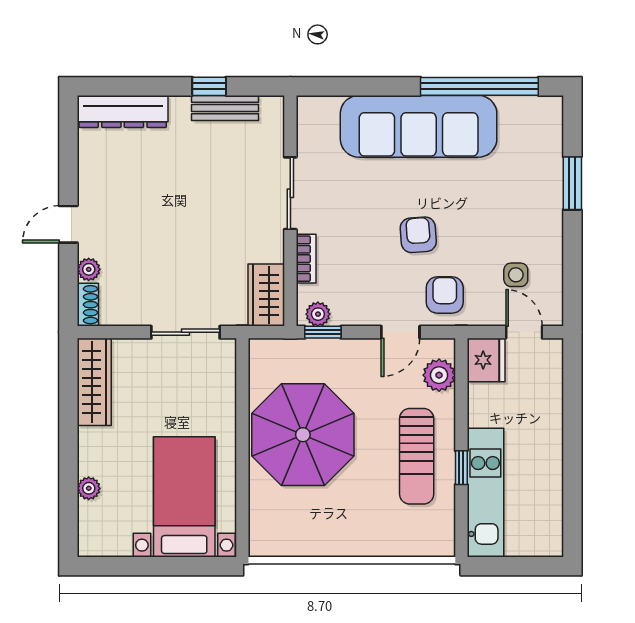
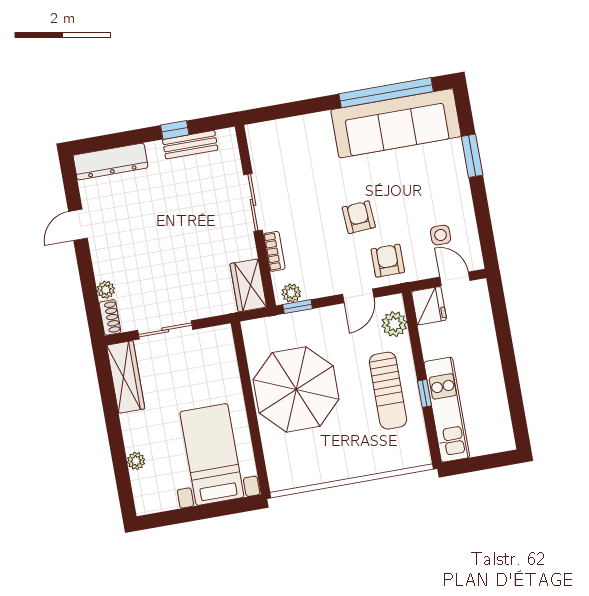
sofa: (419, 126) -> (396, 123), moved
door: (68, 224) -> (78, 225), moved
sliding door: (185, 332) -> (165, 330), moved

